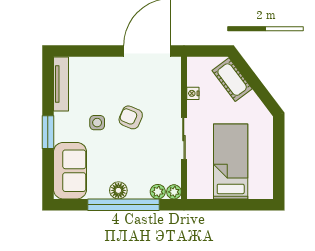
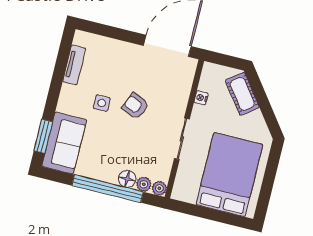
tv unit: (61, 84) -> (74, 65), width x0.71
window: (48, 132) -> (43, 136), moved
bed: (231, 161) -> (229, 175), width x1.50
floor lamp: (118, 190) -> (127, 179), moved

